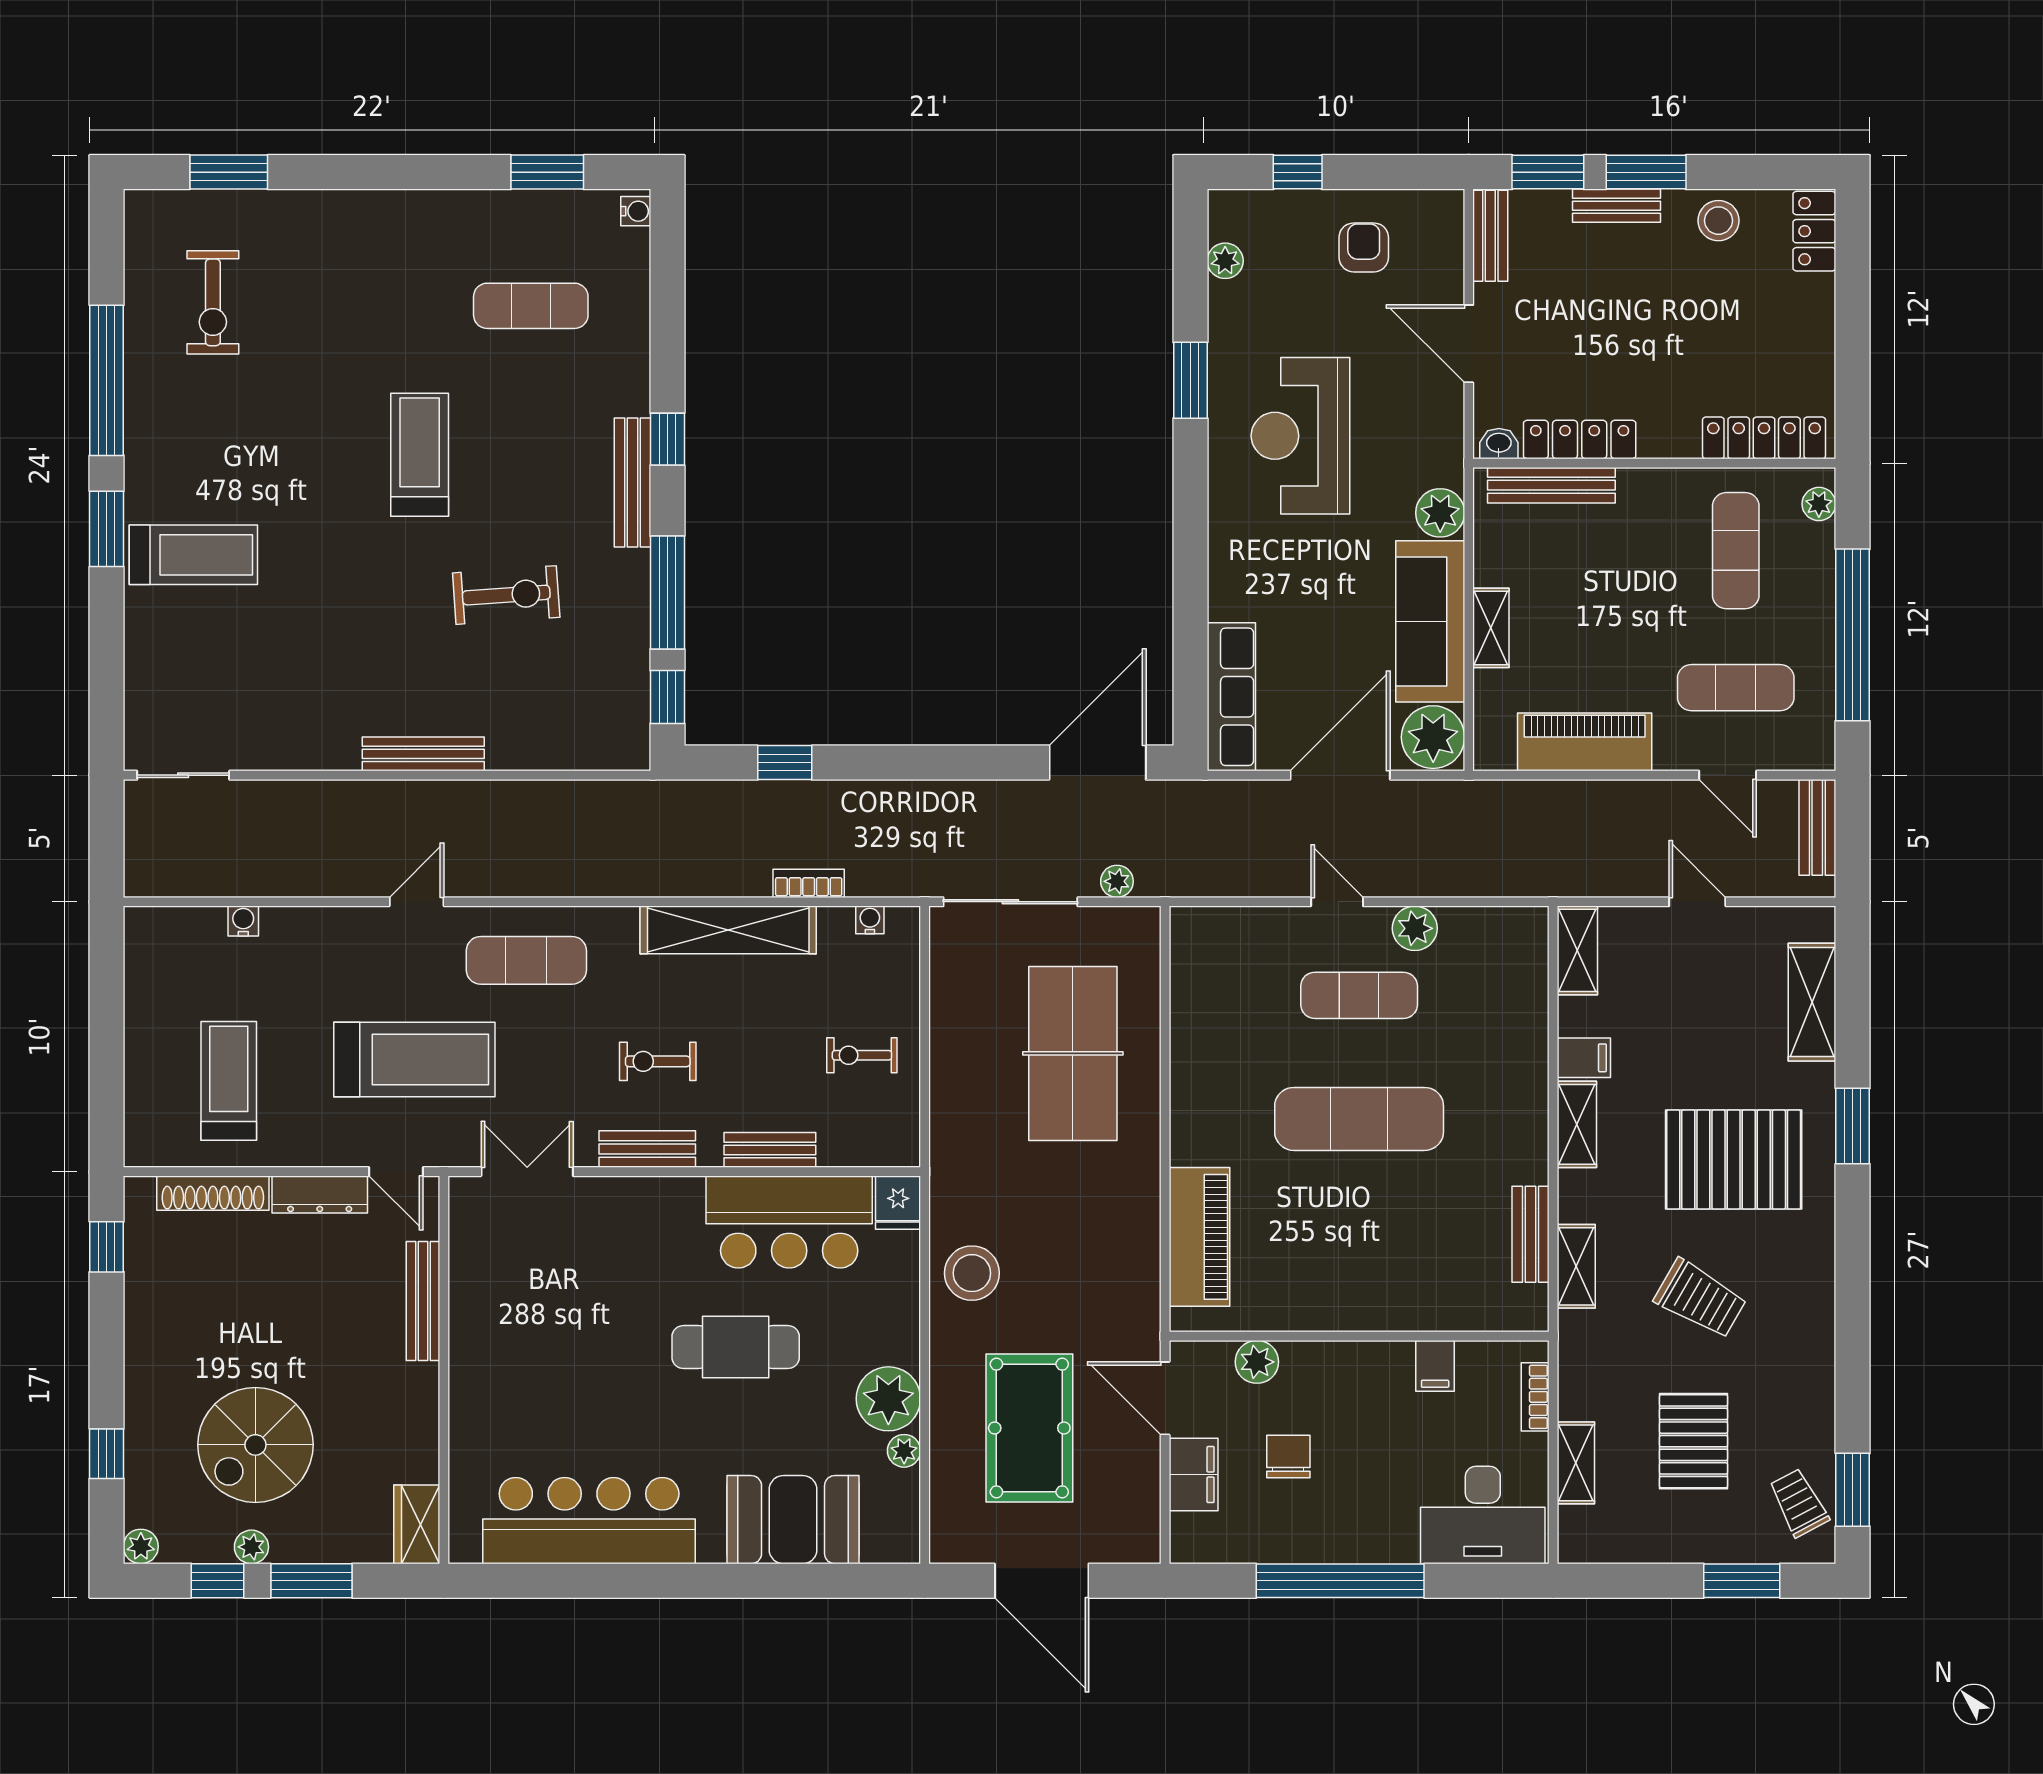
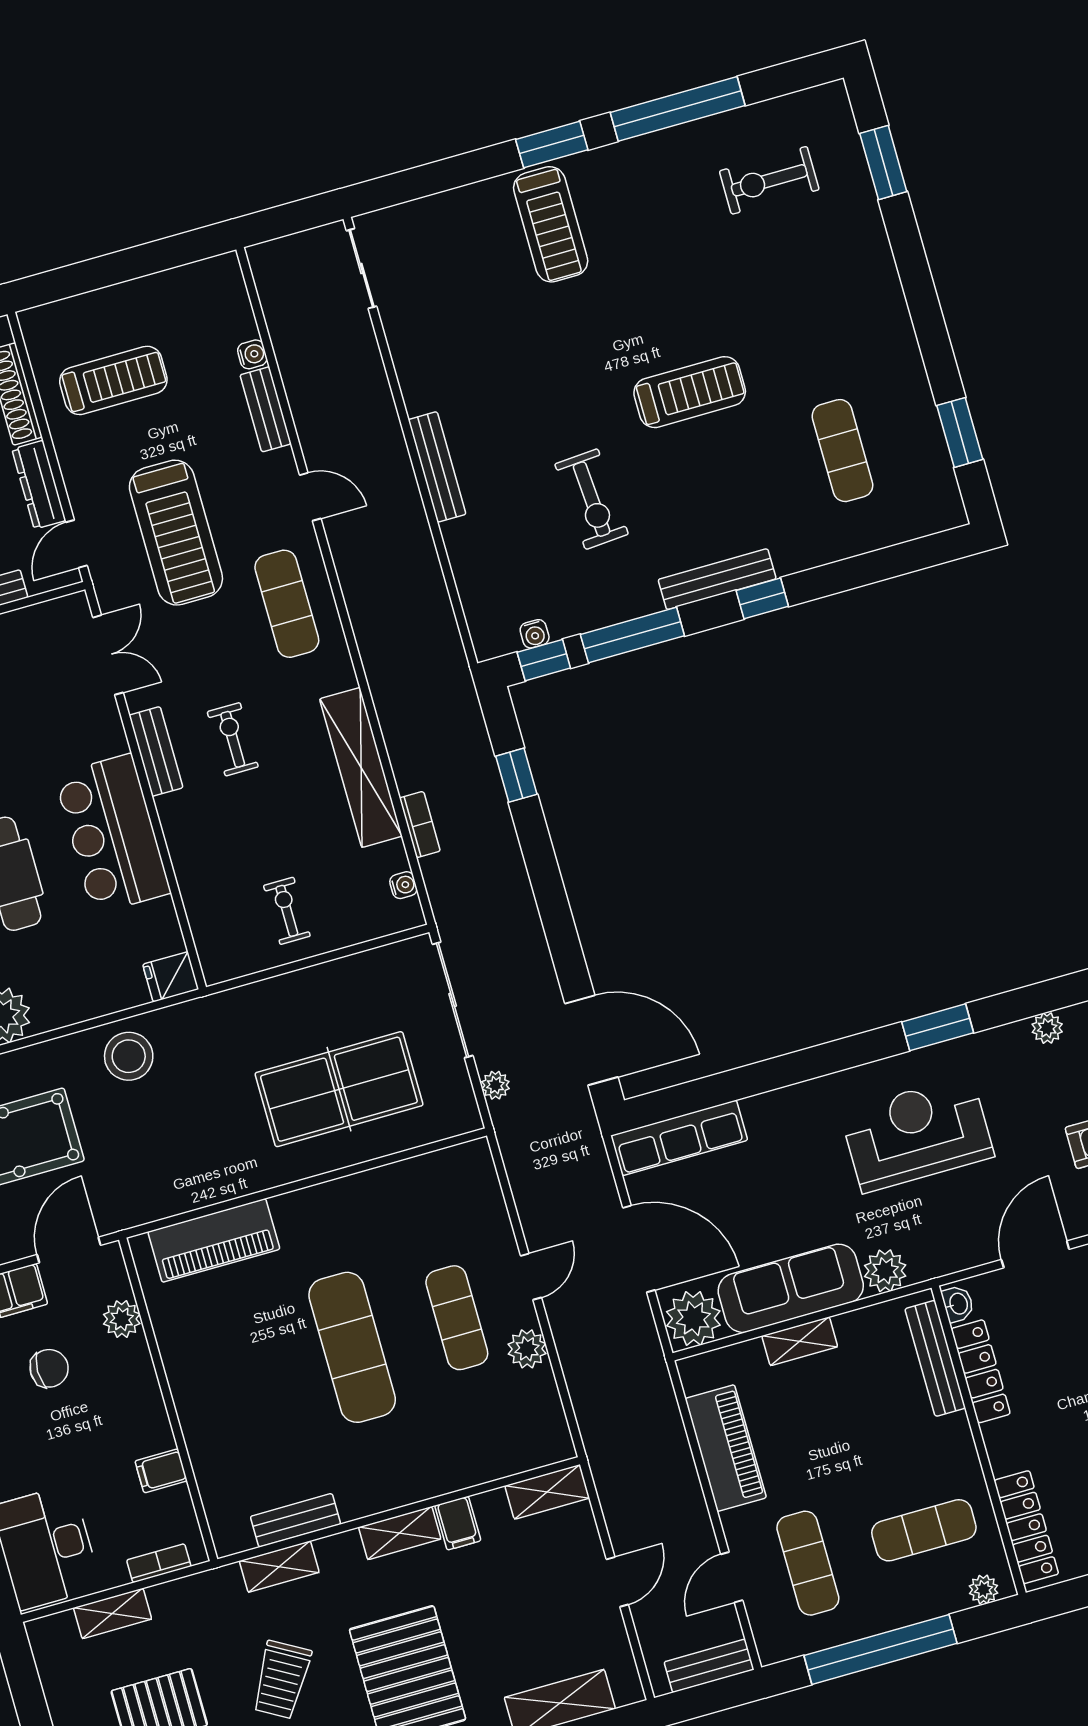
water cooler: (636, 211) -> (535, 634), moved
bench: (770, 1150) -> (266, 409), moved
bar counter: (789, 1222) -> (113, 834), moved

